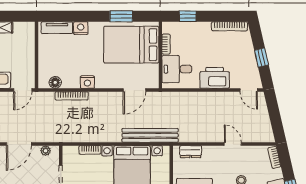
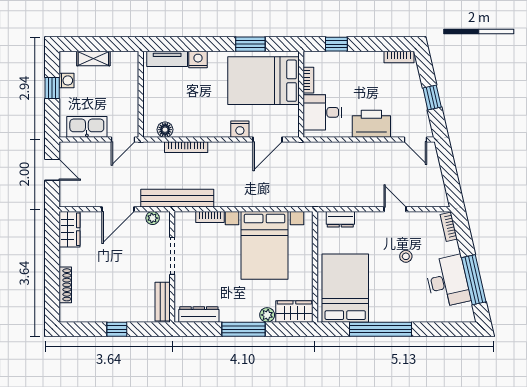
bookcase: (229, 26) -> (399, 57), width x0.64
nightstand: (87, 82) -> (240, 129), moved
bench: (150, 135) -> (177, 198), moved

